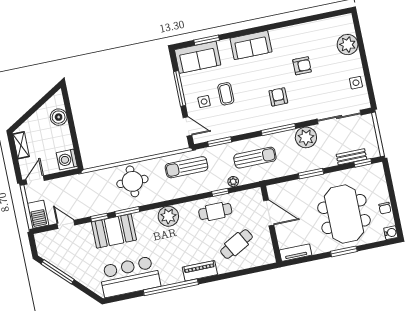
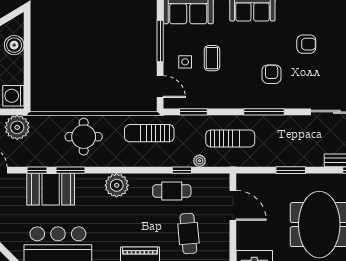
plant: (306, 137) -> (17, 127), moved
cafe table: (236, 244) -> (188, 233), turned -66

